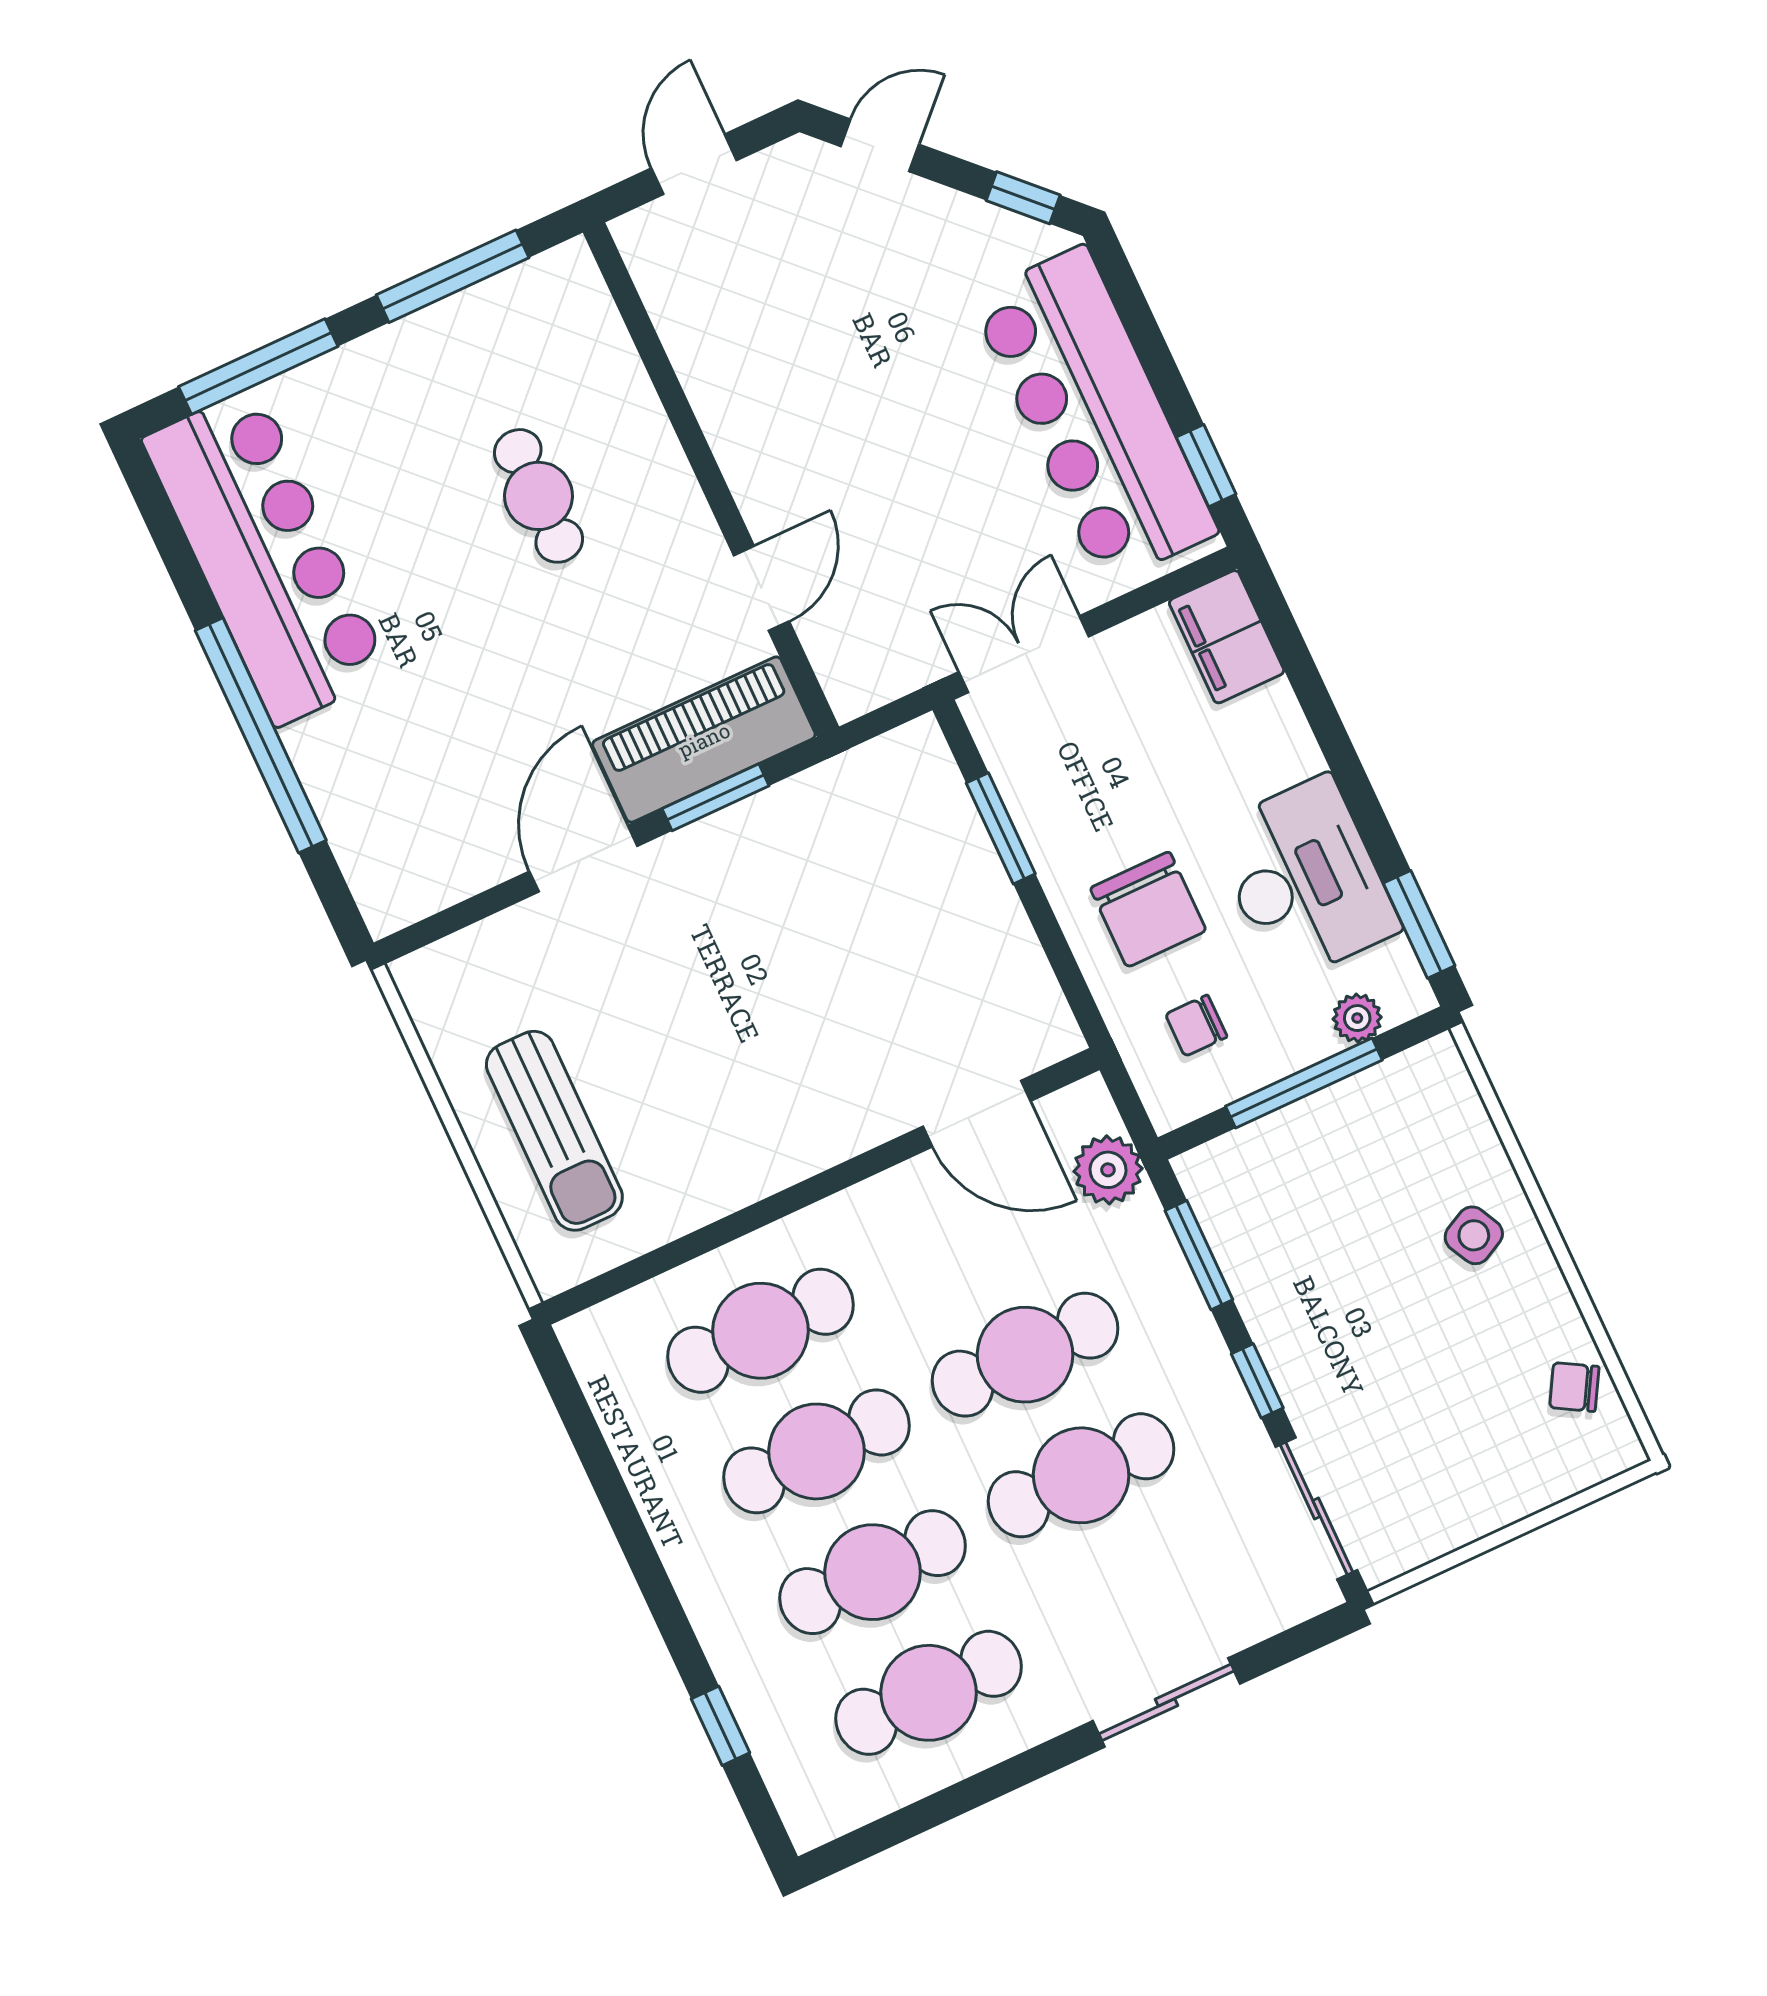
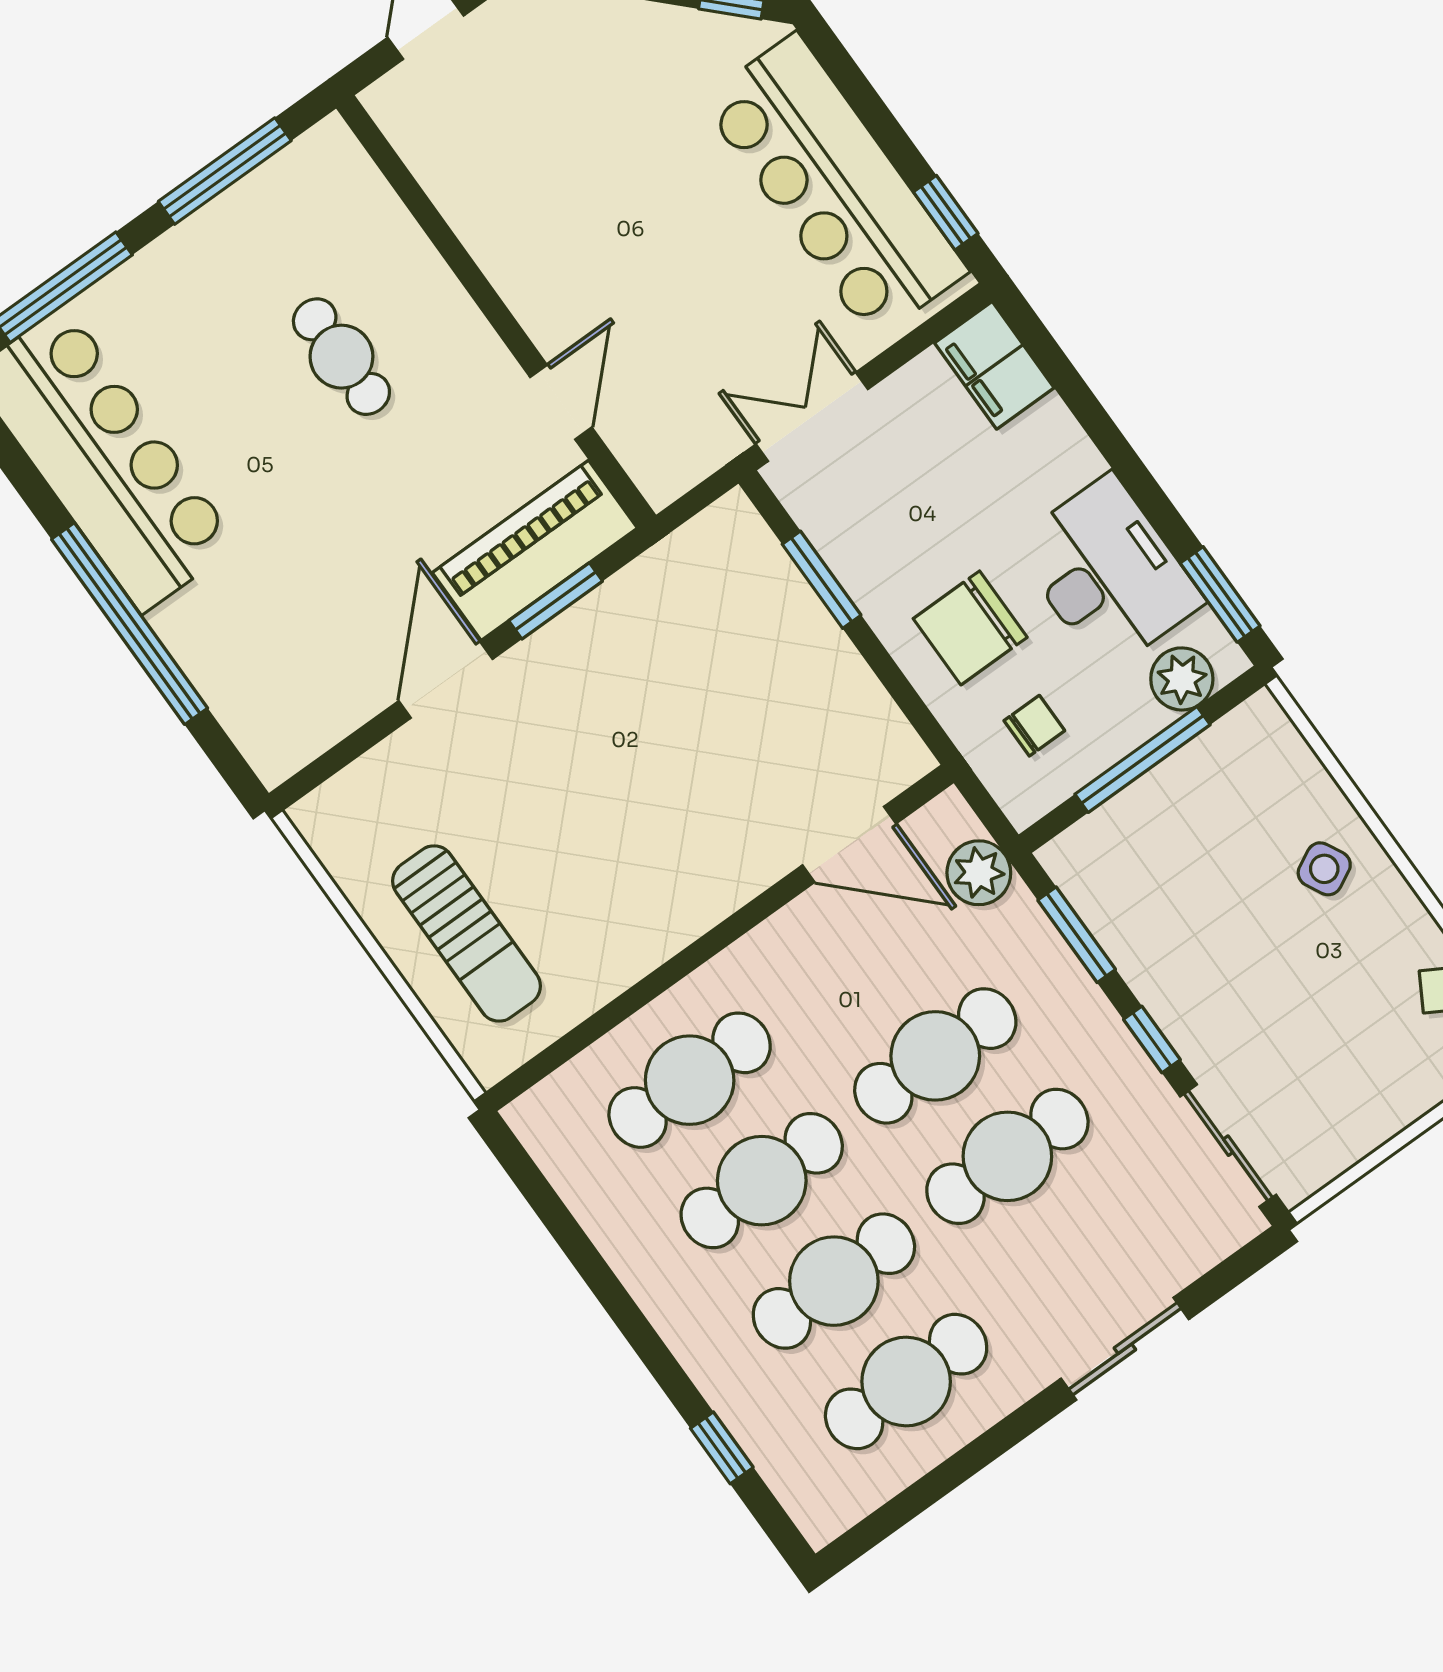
chair: (1148, 909) -> (970, 628), turned 90
plant: (1357, 1018) -> (1182, 679), width x1.38, depth x1.38
chair: (1196, 1026) -> (1034, 726), turned 180

